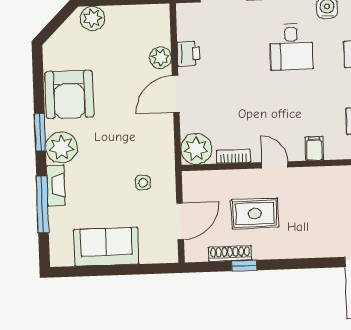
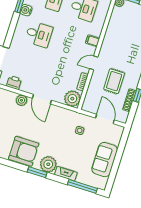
printer: (188, 53) -> (14, 83), moved
window: (43, 204) -> (82, 186), moved

